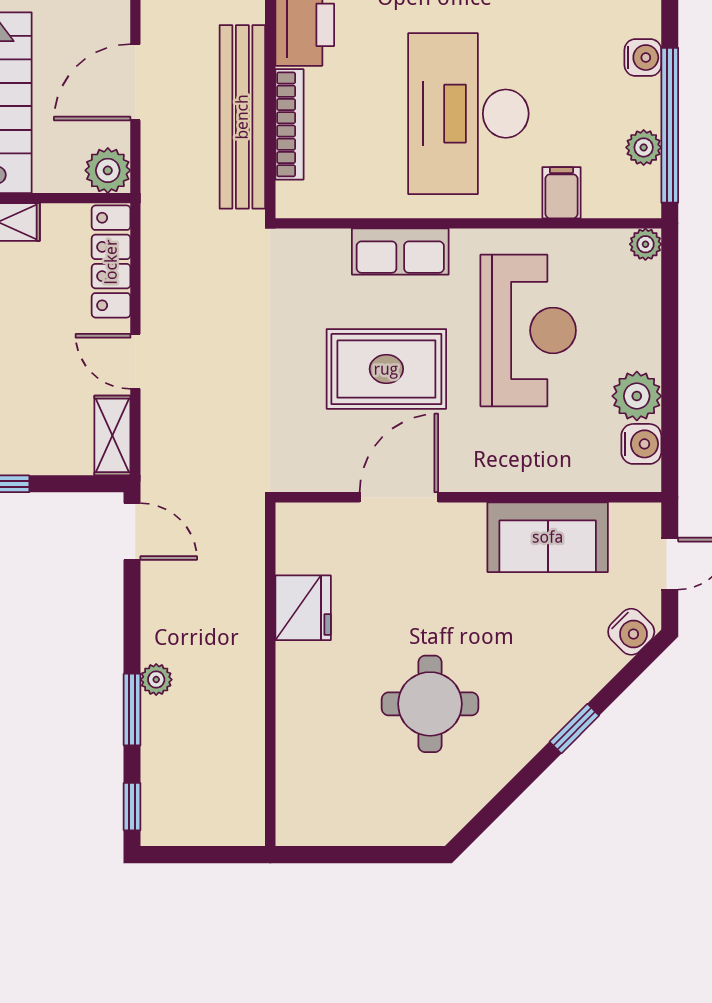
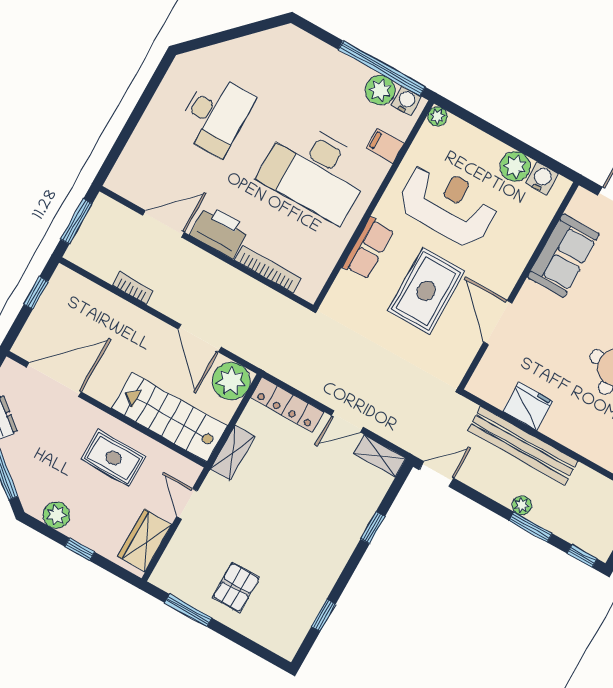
water cooler: (643, 58) -> (406, 101), moved
bench: (242, 117) -> (523, 446), moved
plant: (644, 147) -> (380, 90), width x1.38, depth x1.38
plant: (108, 170) -> (231, 381), width x1.36, depth x1.36

